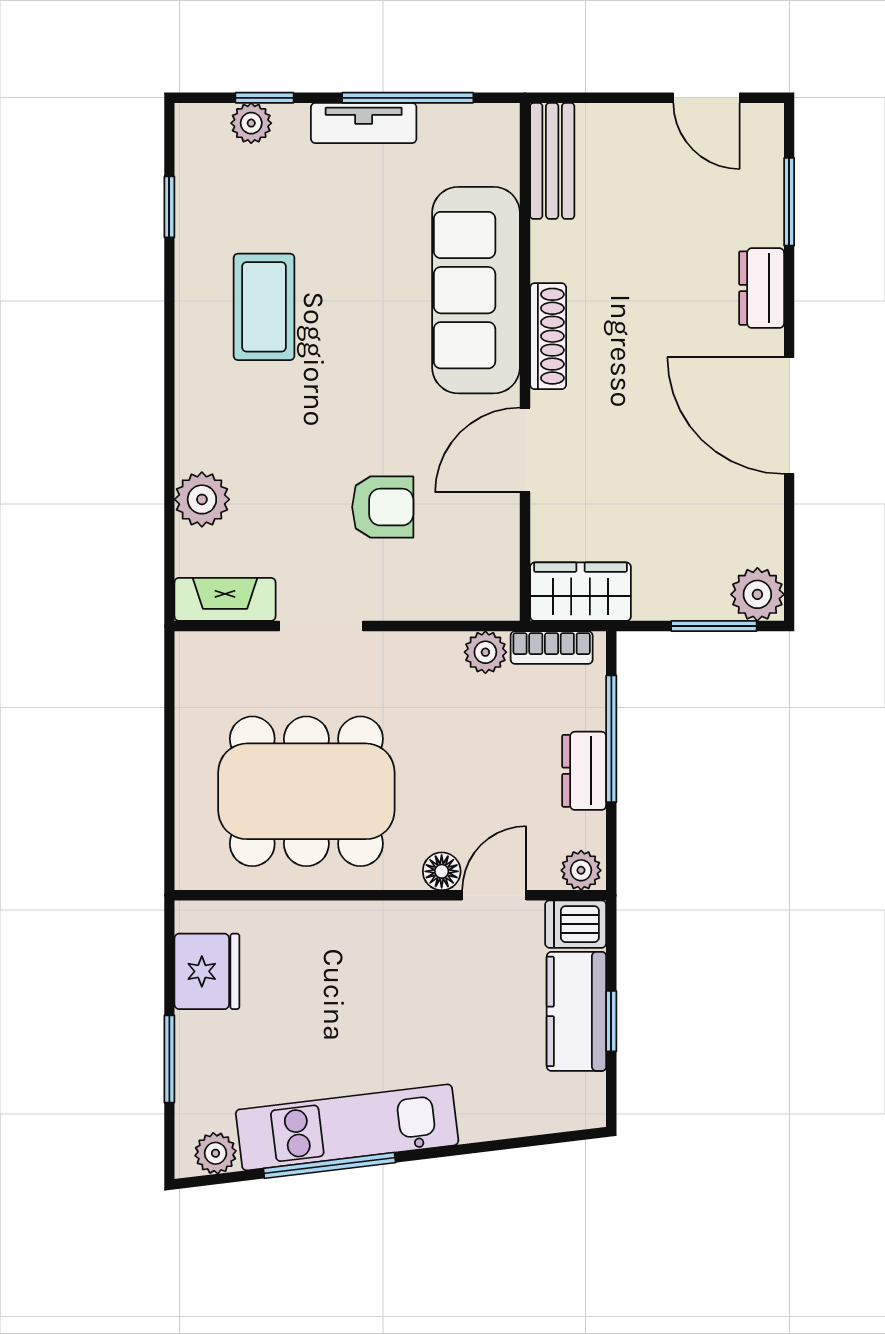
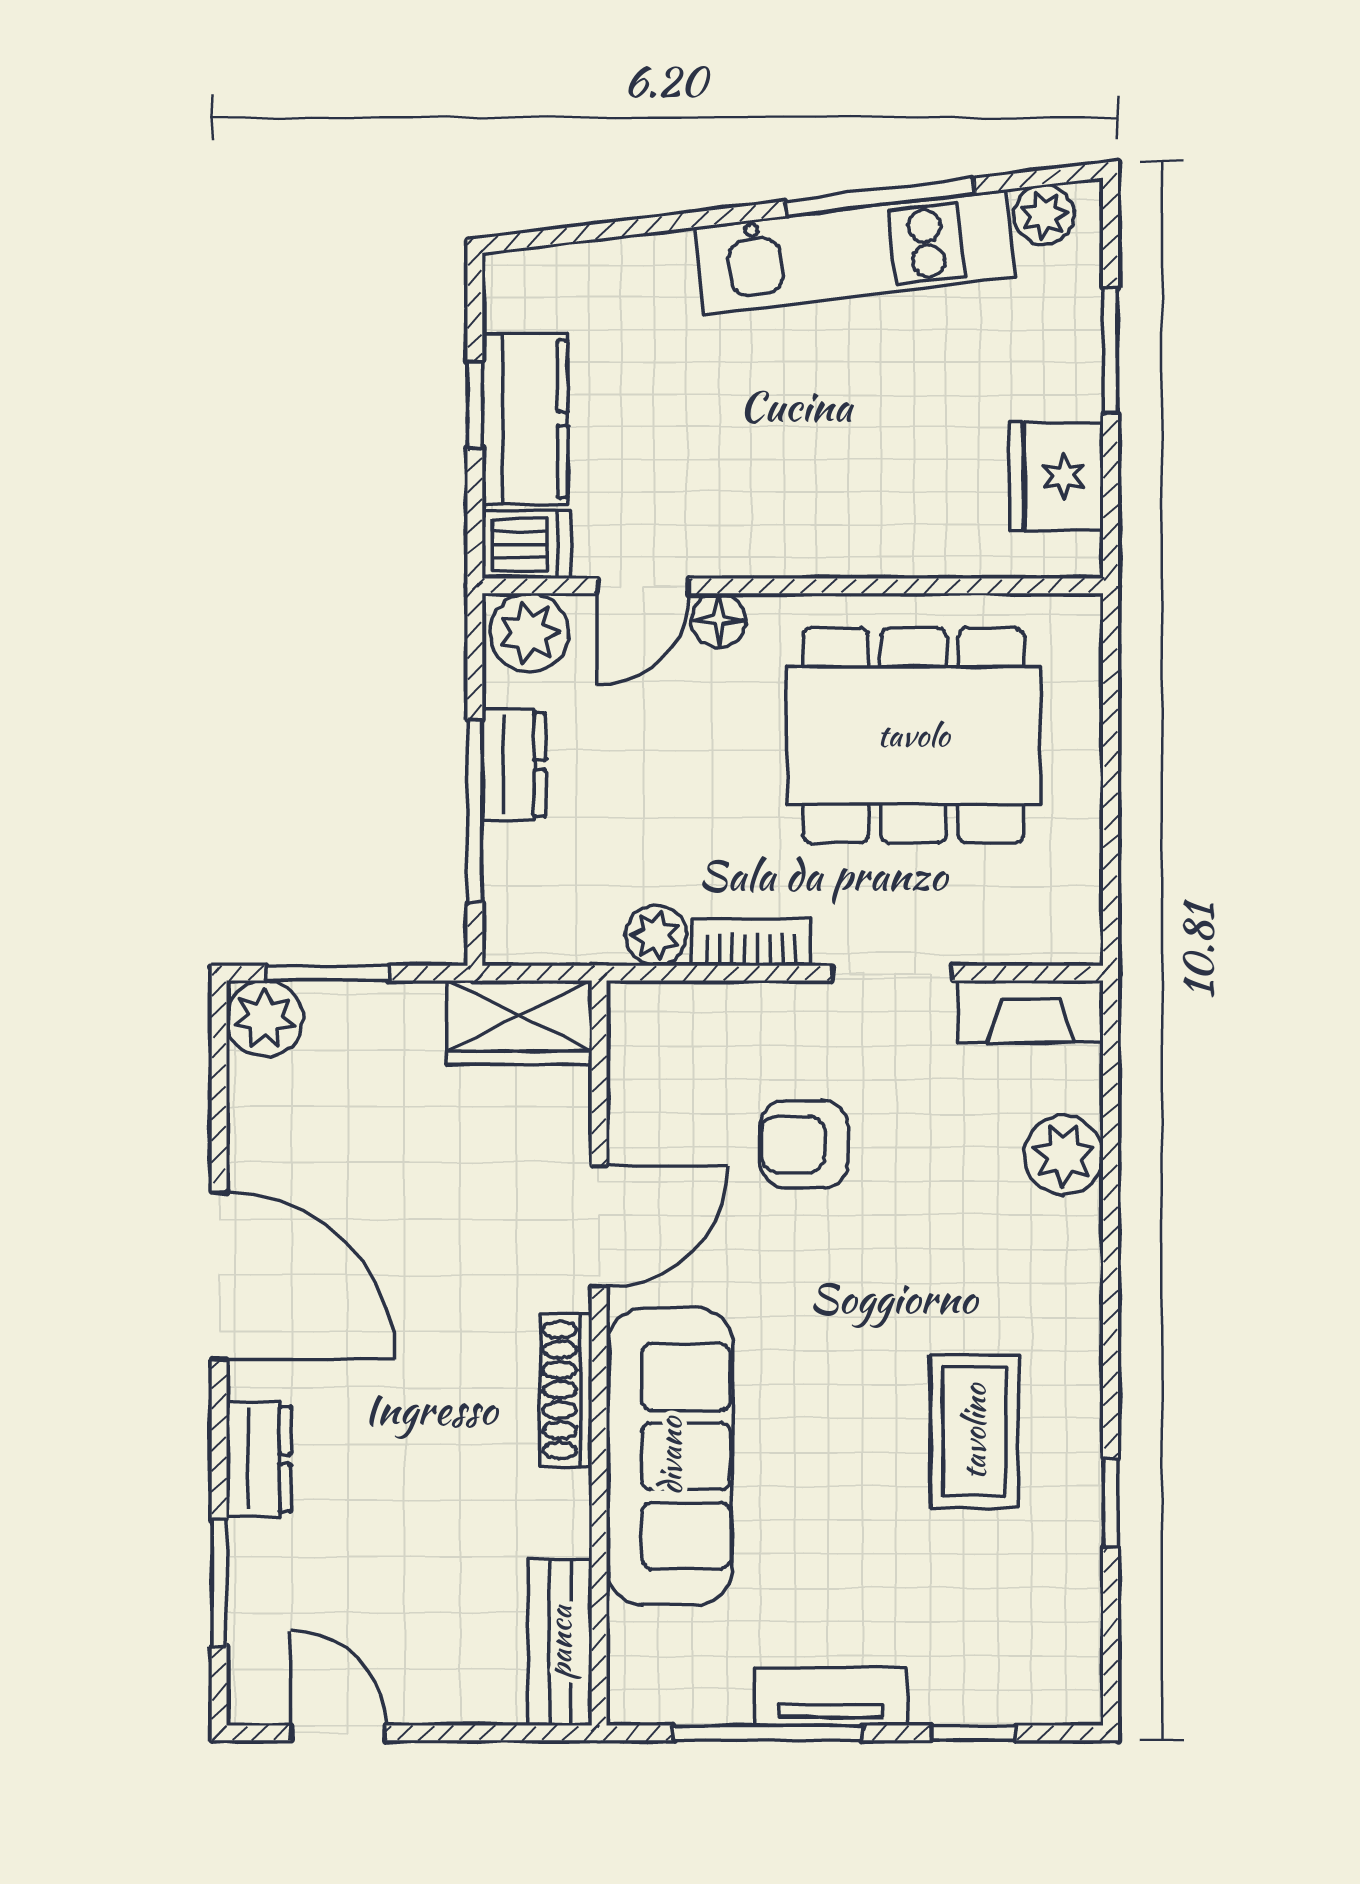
plant: (251, 123) -> (993, 1696), removed
window: (169, 207) -> (1111, 1503), moved
bookcase: (552, 648) -> (751, 942), moved
plant: (581, 870) -> (529, 633), width x1.38, depth x1.38

